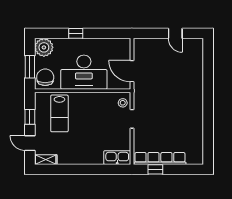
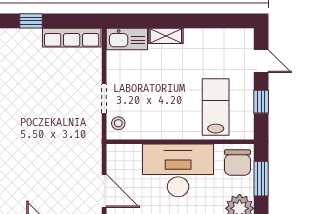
door: (132, 71) -> (104, 191), moved
row of seats: (160, 158) -> (72, 38), width x0.73
shelving: (46, 160) -> (166, 36), moved
window: (155, 169) -> (31, 21), moved

